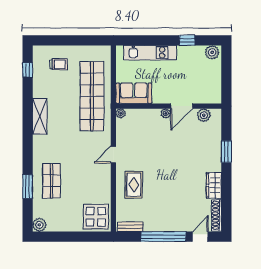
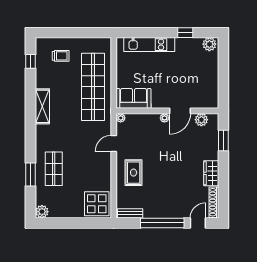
sofa: (134, 93) -> (133, 98), moved
wall: (169, 106) -> (167, 111), moved
door: (182, 106) -> (180, 111), moved
plant: (121, 113) -> (121, 118), moved
plant: (166, 113) -> (164, 118), moved
plant: (204, 115) -> (201, 120), moved

